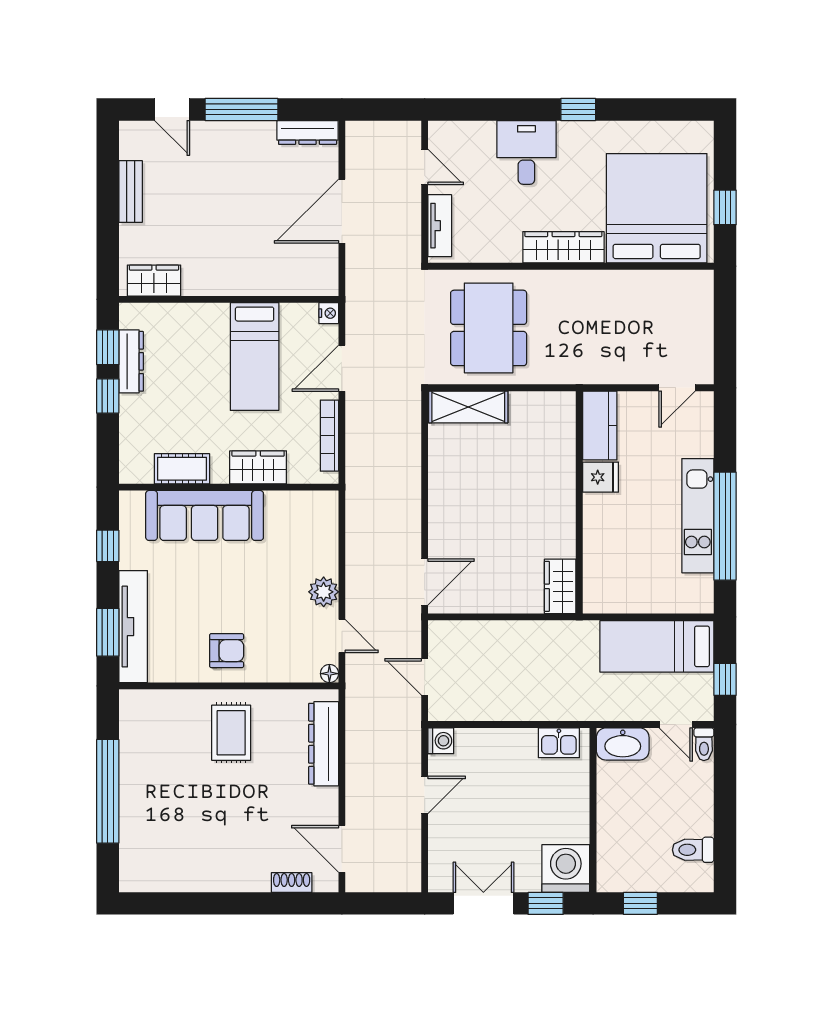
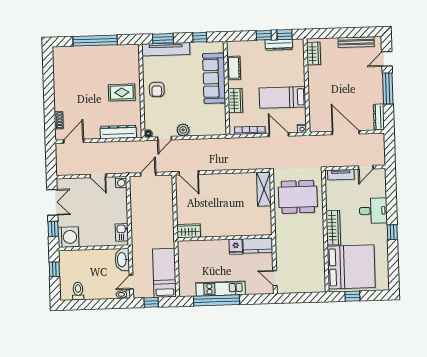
bench: (131, 192) -> (356, 42), width x1.36

